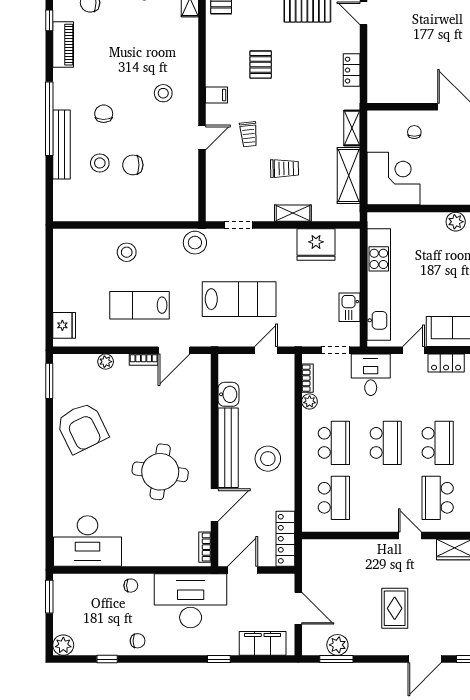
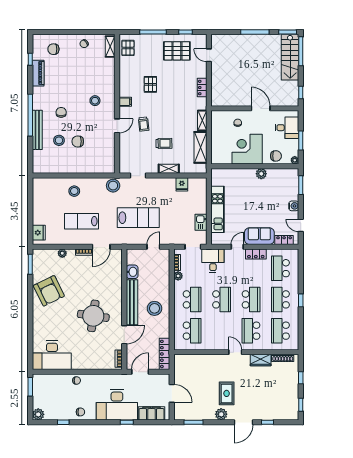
corner desk: (394, 179) -> (247, 149), moved, turned -90
fridge: (316, 245) -> (182, 184), width x0.53, depth x0.75
kitchen unit: (379, 285) -> (218, 209), width x0.73
desk: (191, 601) -> (117, 405), moved, turned 180
plant: (337, 645) -> (221, 414), moved

